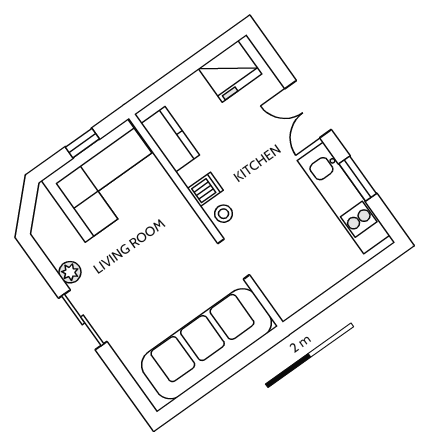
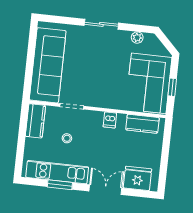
fridge: (230, 71) -> (138, 178), moved, turned 90
stool: (224, 214) -> (67, 138), moved
plant: (70, 272) -> (137, 38), moved
kitchen counter: (299, 292) -> (35, 121), added

